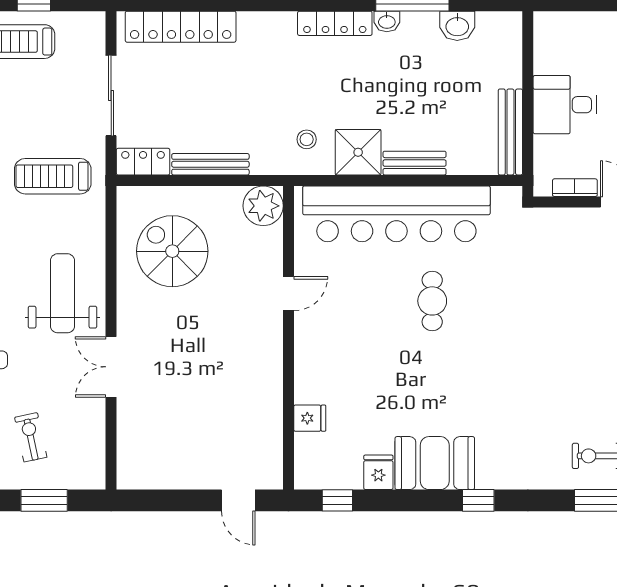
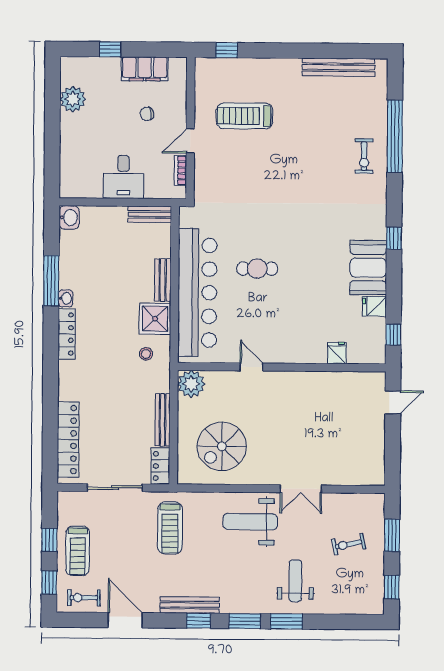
washbasin: (457, 26) -> (69, 217), moved
bench: (510, 132) -> (150, 214), width x0.73

